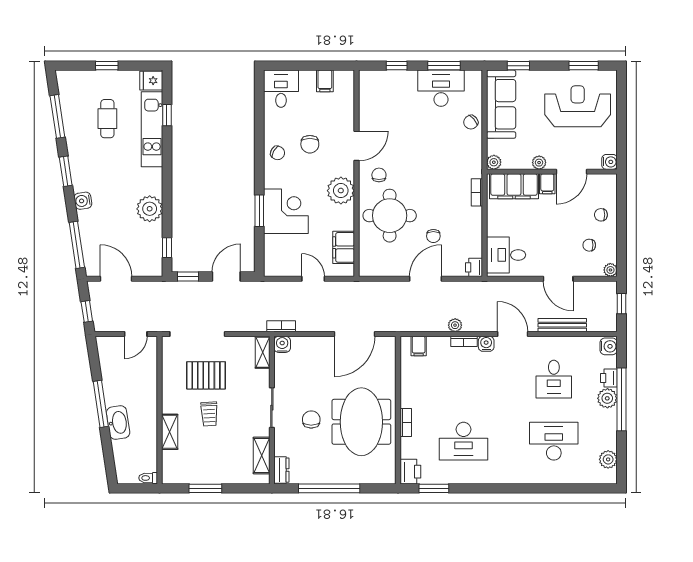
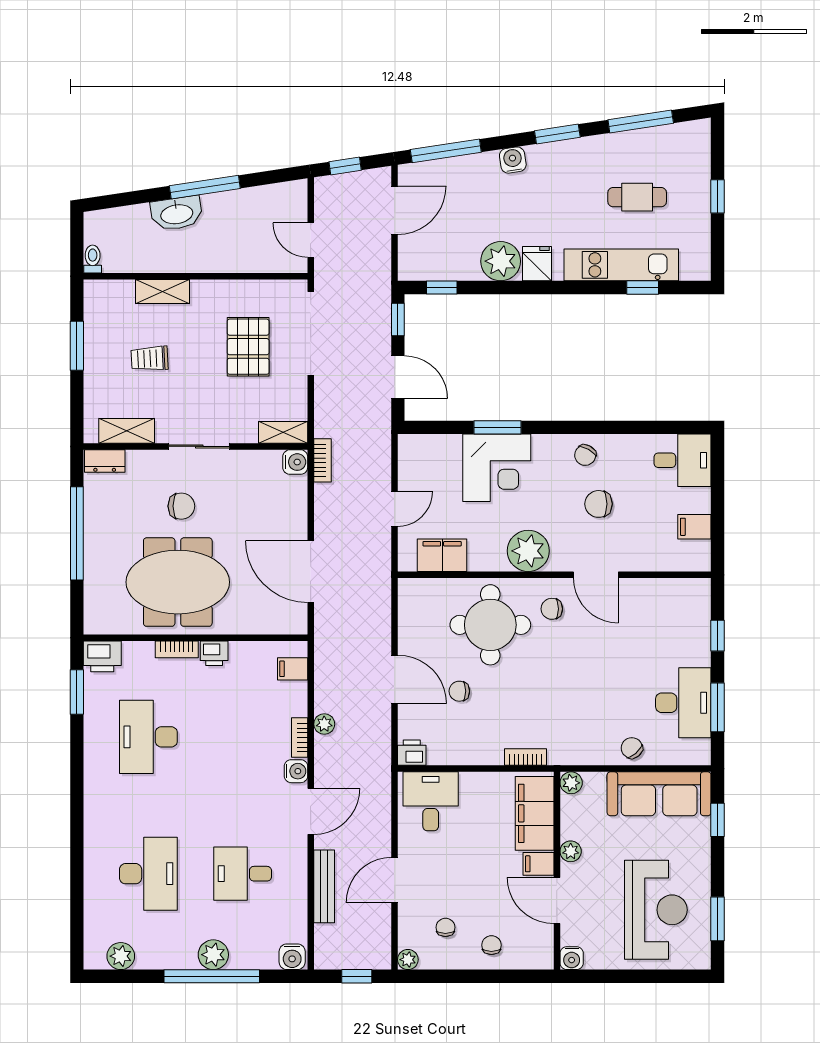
fridge: (151, 81) -> (537, 264), moved
chair: (379, 175) -> (552, 609), turned 180
printer: (609, 378) -> (214, 653), moved, turned 180
trolley: (209, 414) -> (150, 358), moved

